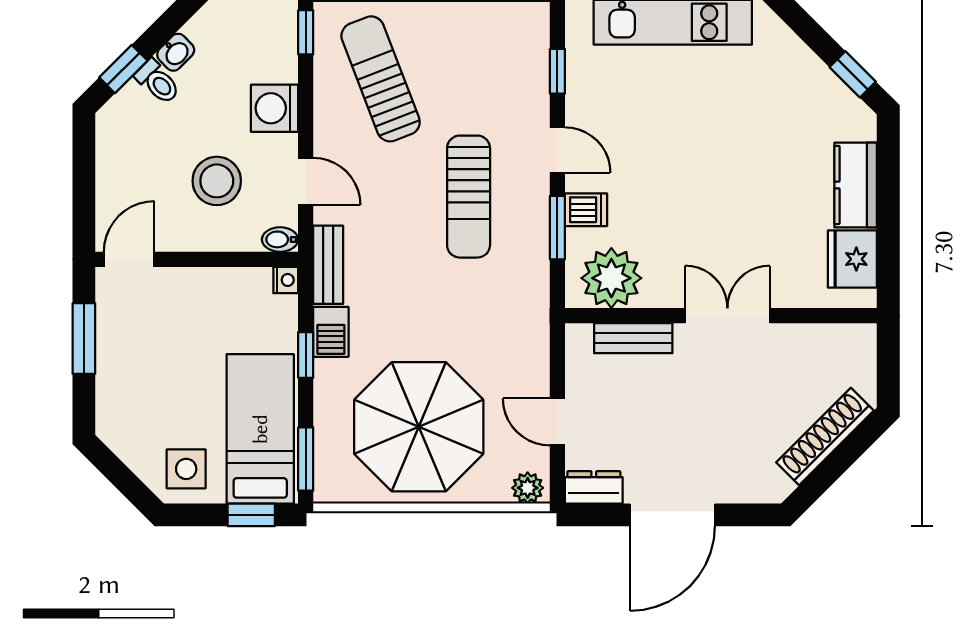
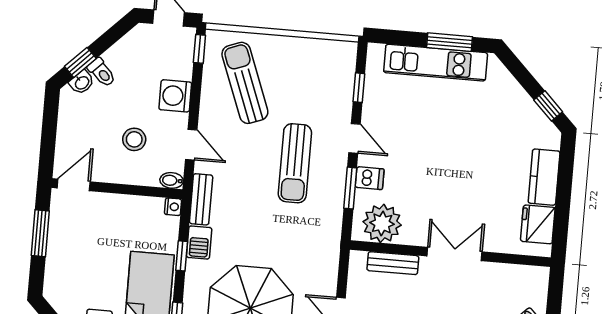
washbasin: (176, 52) -> (82, 82), moved
stool: (217, 181) -> (134, 139), width x0.73, depth x0.73

